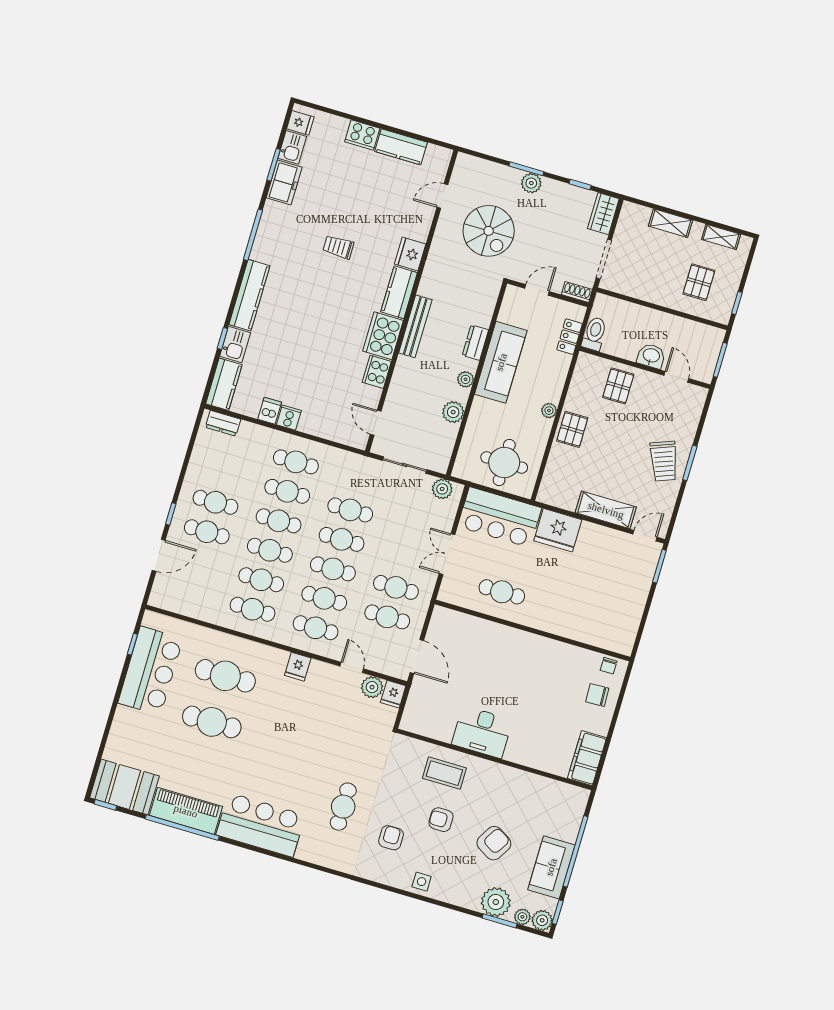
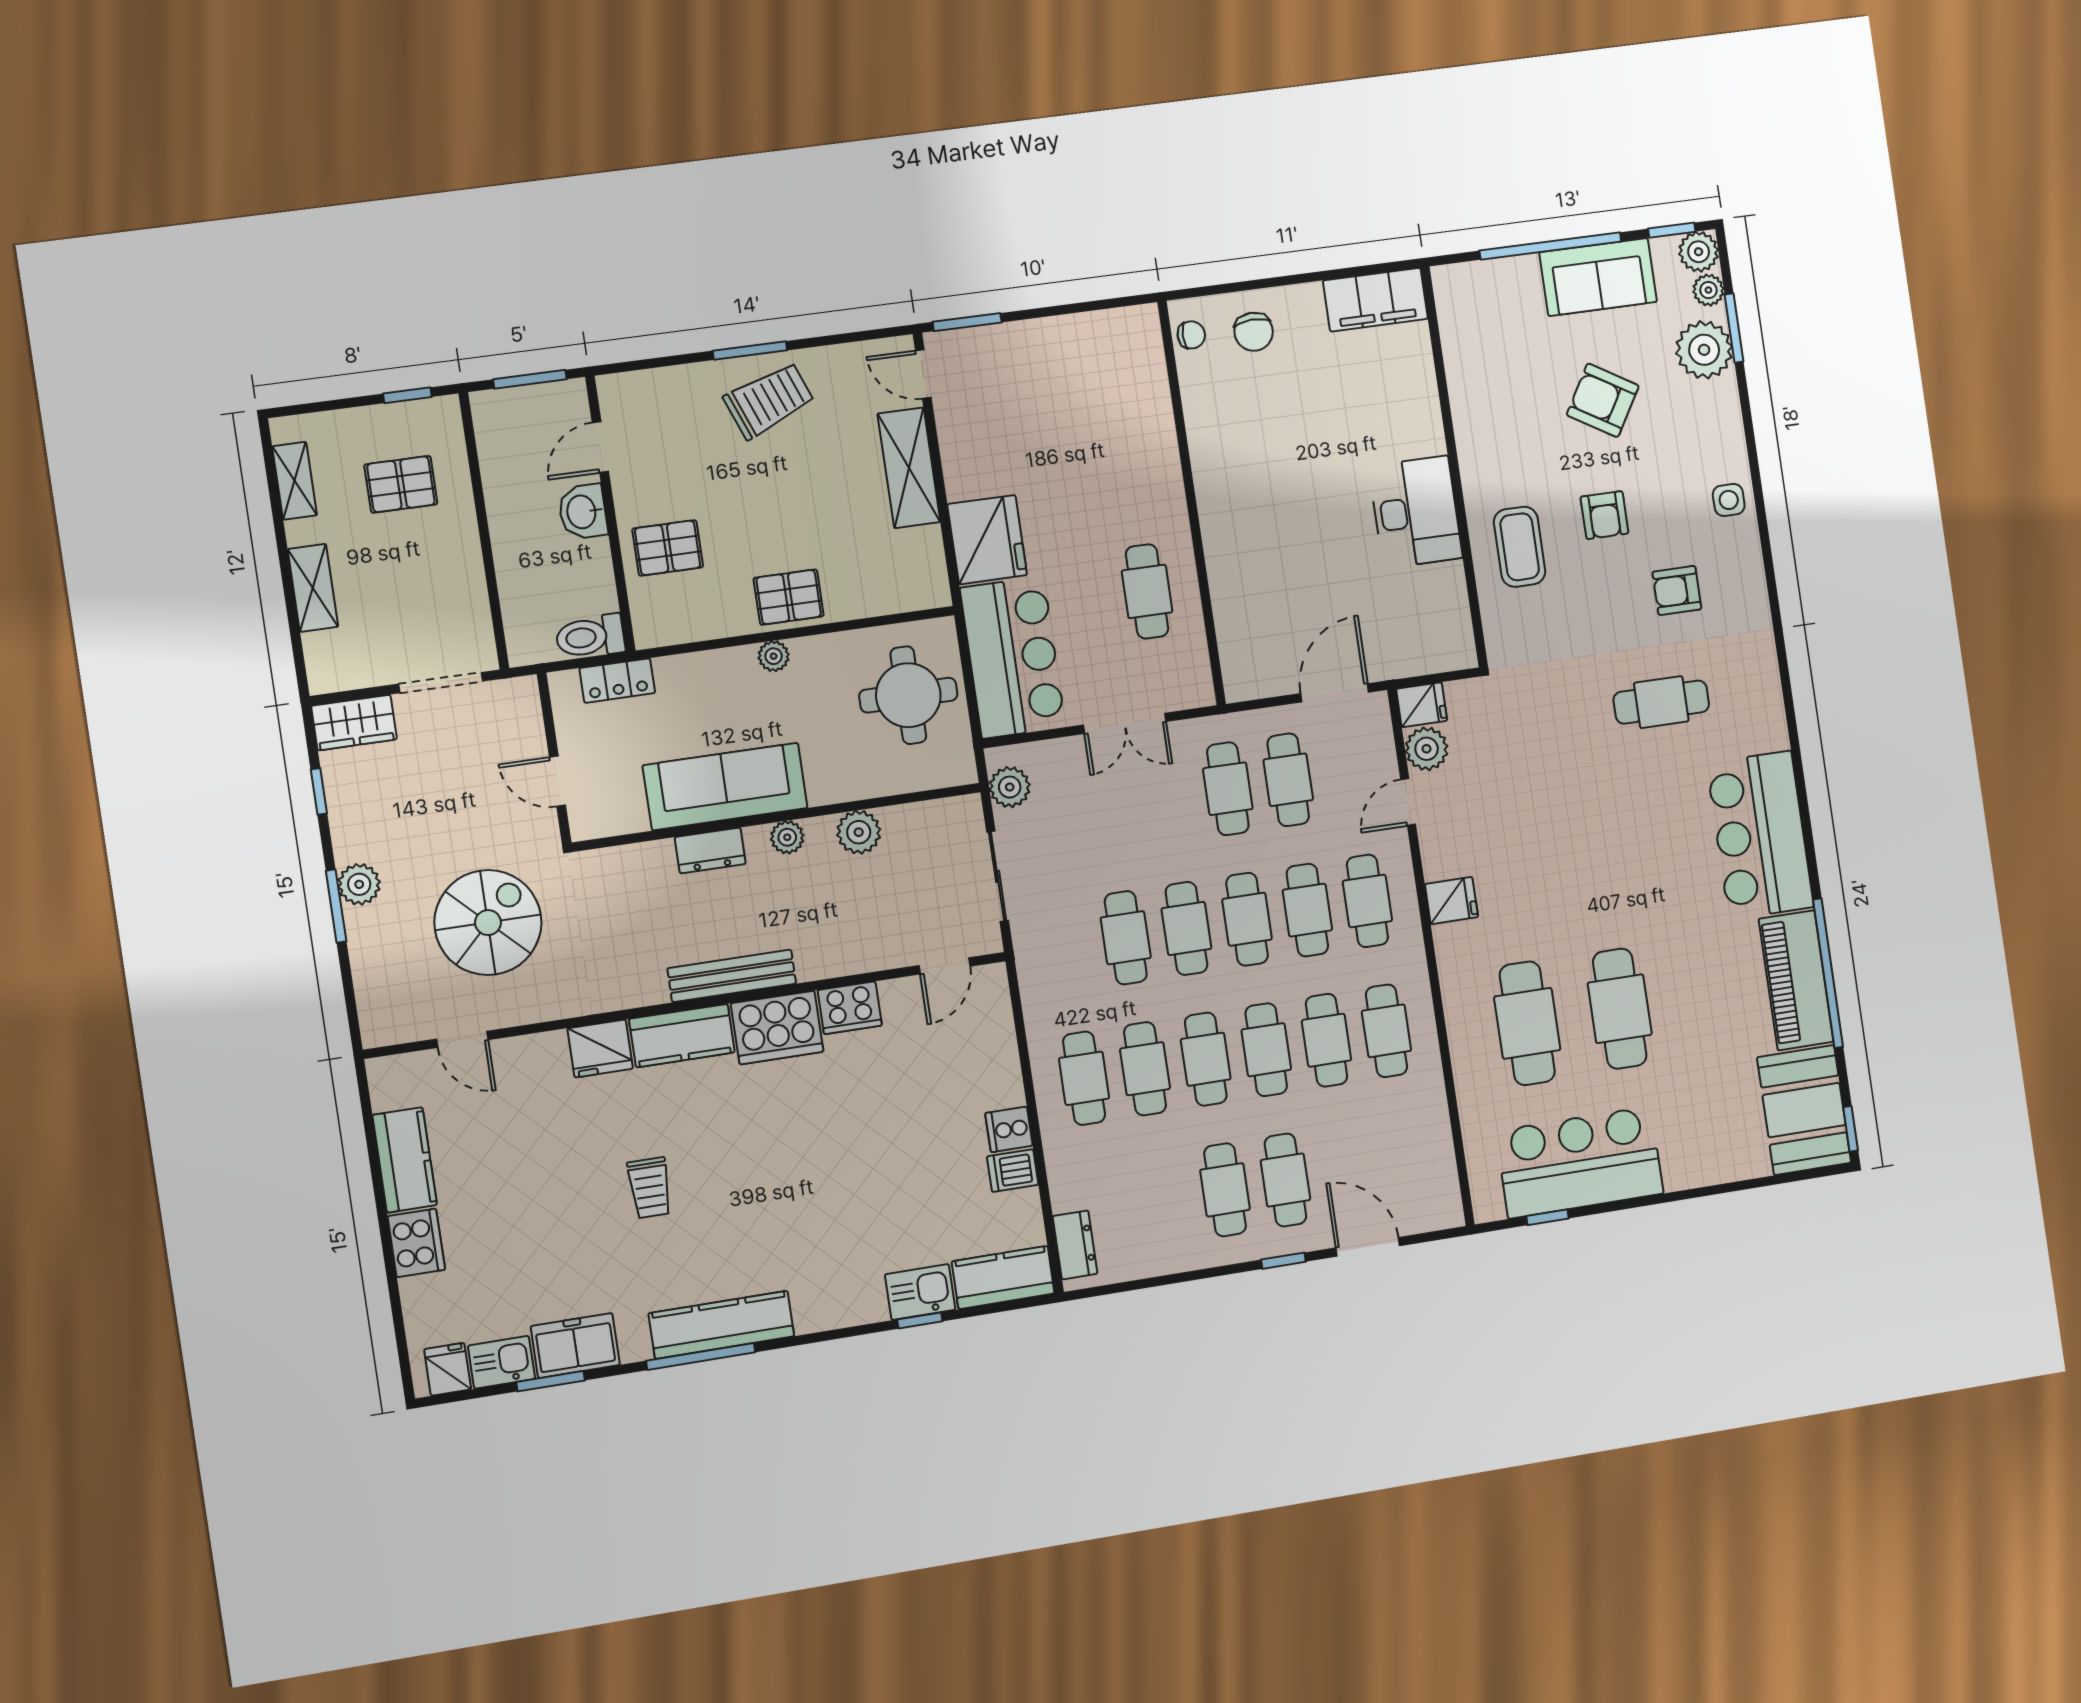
shoe rack: (577, 292) -> (527, 705), removed
kitchen counter: (249, 295) -> (721, 1325), moved

